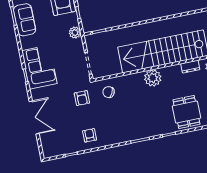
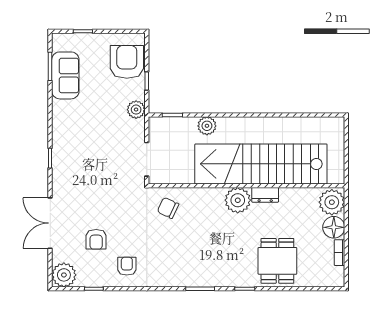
plant: (123, 34) -> (207, 126), added
corner sofa: (39, 67) -> (73, 150), removed
dresser: (190, 67) -> (265, 195), moved
armchair: (82, 98) -> (96, 239), moved
double door: (34, 118) -> (50, 223), swing flipped
plant: (50, 149) -> (64, 275), added

